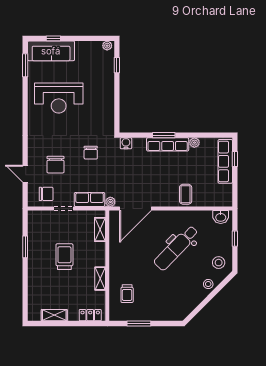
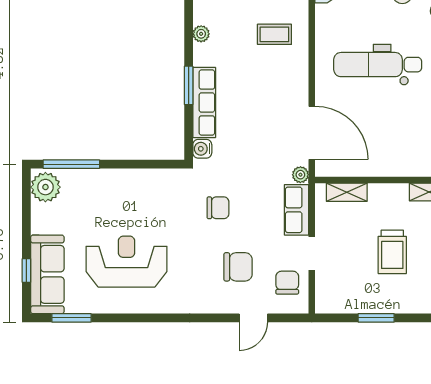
plant: (107, 46) -> (45, 187), width x1.88, depth x1.88
window: (117, 65) -> (71, 164), width x2.17
reception desk: (59, 98) -> (127, 262), turned -90
row of seats: (168, 144) -> (204, 103), moved
coffee table: (186, 194) -> (274, 34), moved
dental chair: (176, 248) -> (378, 65), turned 136
trolley: (64, 257) -> (392, 252), turned -90

